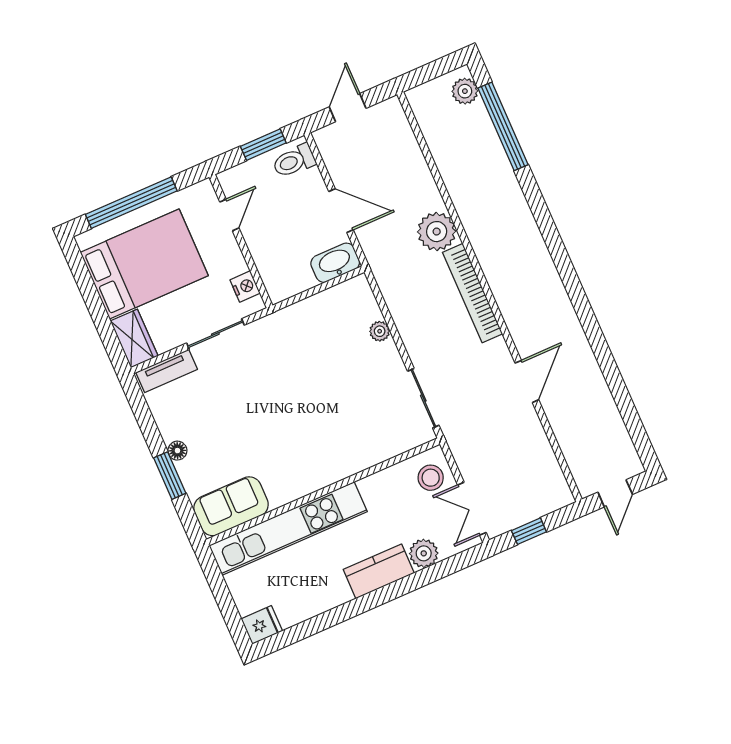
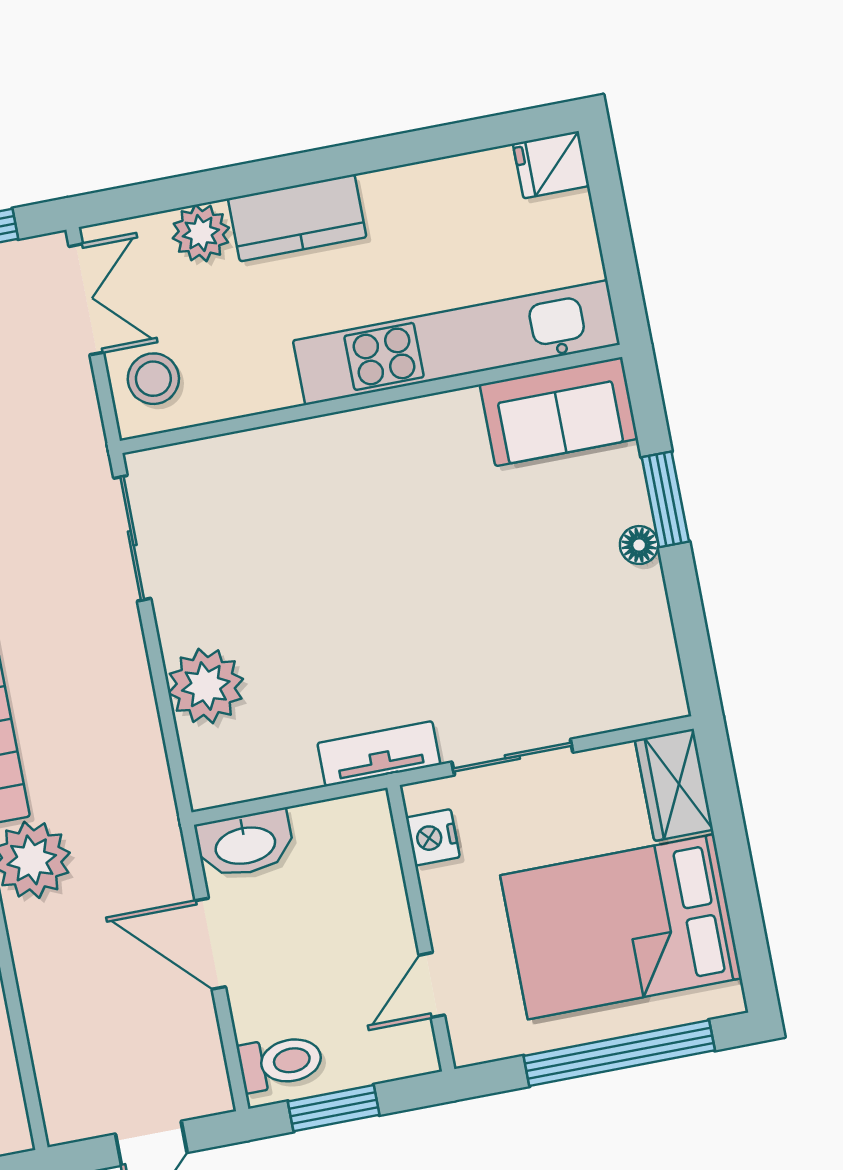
plant: (380, 331) -> (206, 686), width x1.87, depth x1.87
tv unit: (167, 371) -> (379, 754), moved

